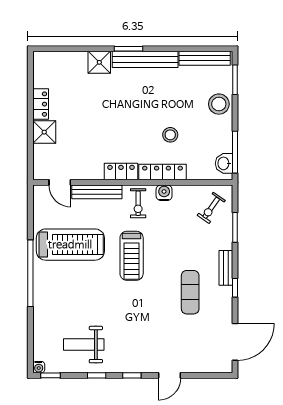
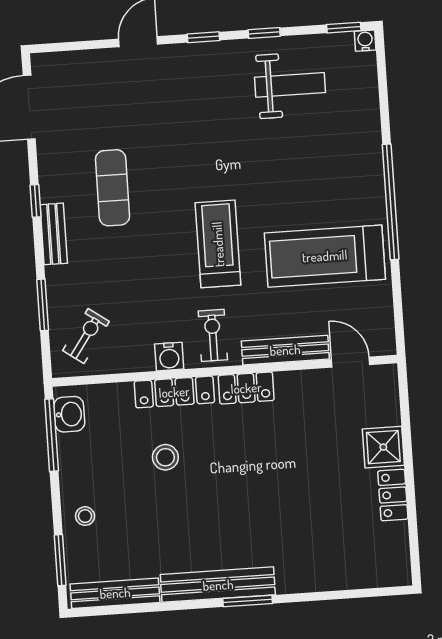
shower: (99, 62) -> (296, 574), removed
stool: (219, 104) -> (85, 516), width x0.53, depth x0.53

